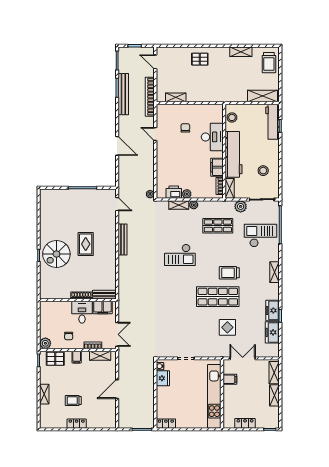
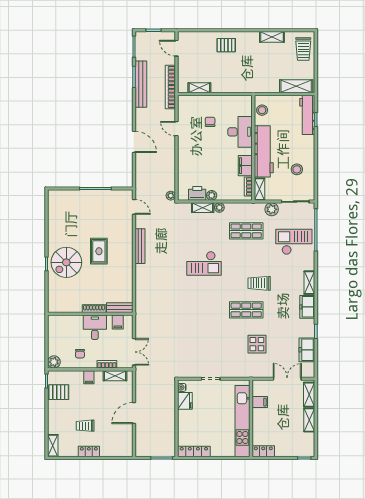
shop shelf: (218, 297) -> (246, 310), width x0.70, depth x0.74
filing cabinet: (103, 307) -> (118, 322), width x0.50
freezer: (273, 310) -> (307, 307), moved
double door: (243, 358) -> (287, 379), moved
pallet: (55, 359) -> (59, 392), moved
shelving: (44, 394) -> (53, 446), moved
locker: (245, 423) -> (263, 451), moved
locker: (166, 424) -> (194, 451), width x1.53

